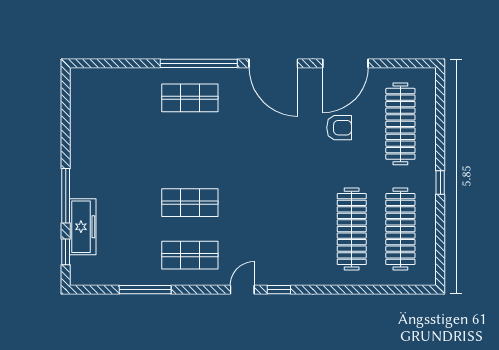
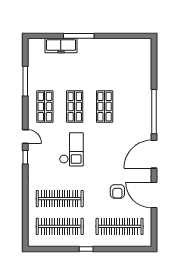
shop shelf: (190, 98) -> (105, 107), moved
checkout: (265, 208) -> (71, 149), added
window: (66, 252) -> (47, 36), removed

